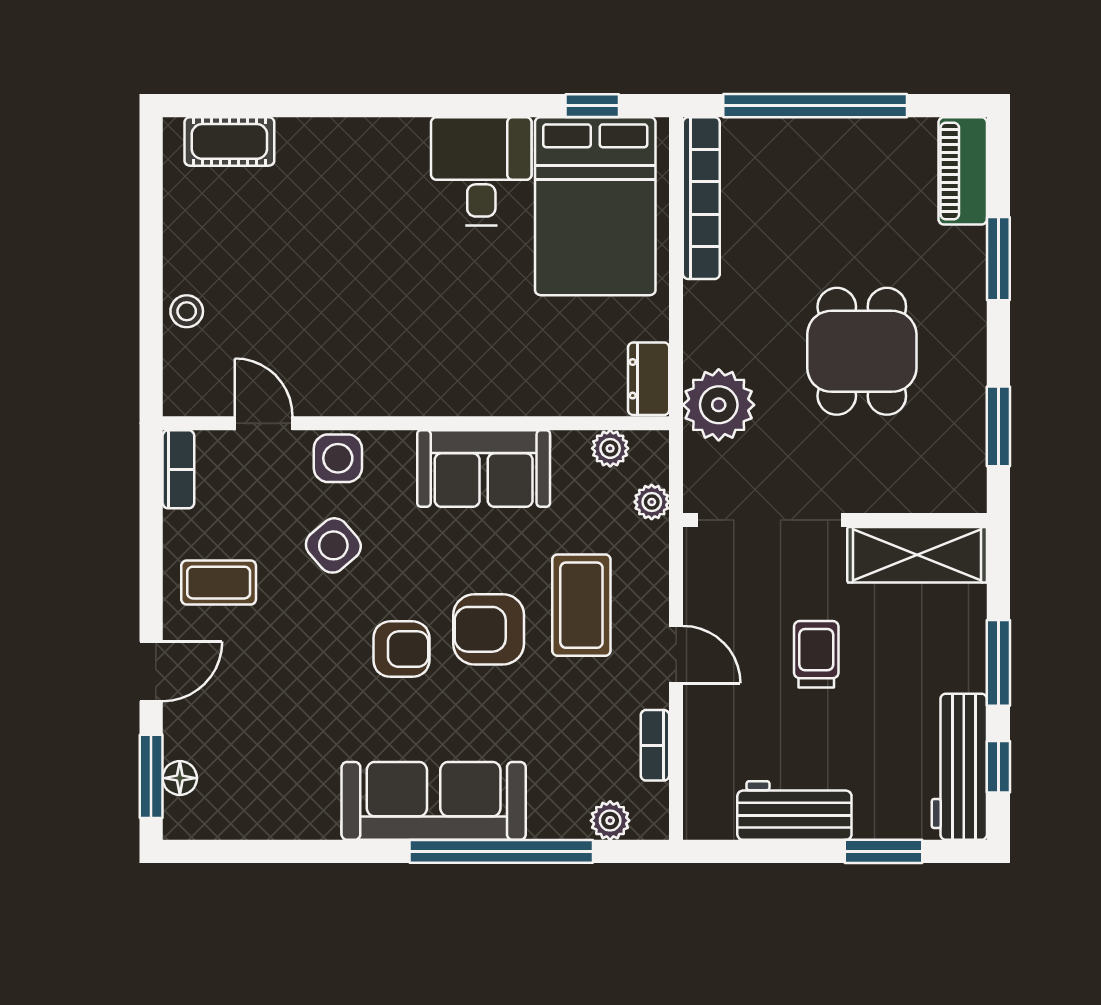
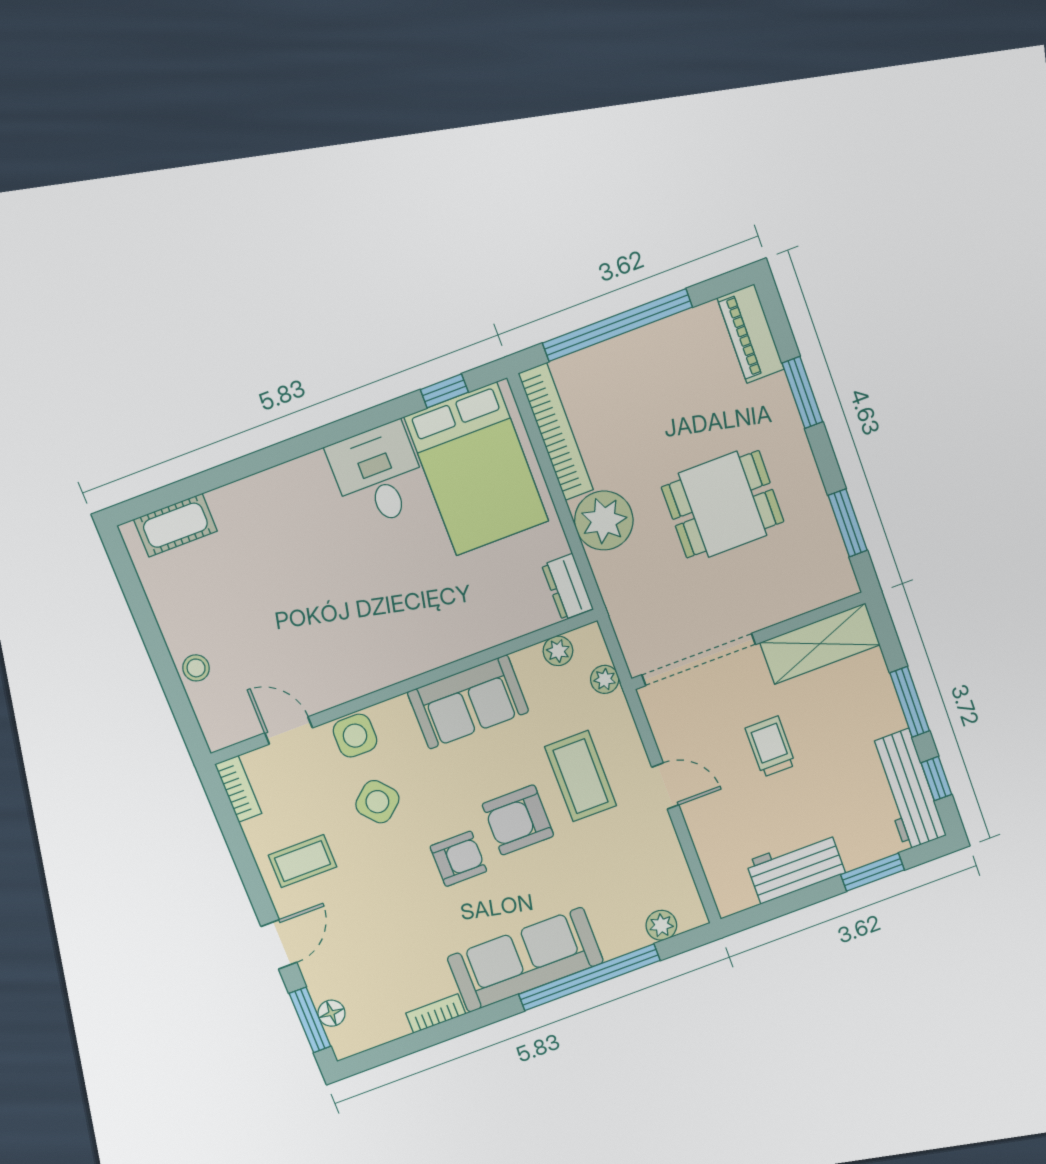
dining table: (862, 351) -> (723, 504), turned 90
plant: (719, 405) -> (604, 521), moved
bookcase: (655, 745) -> (436, 1013), moved, turned 90

